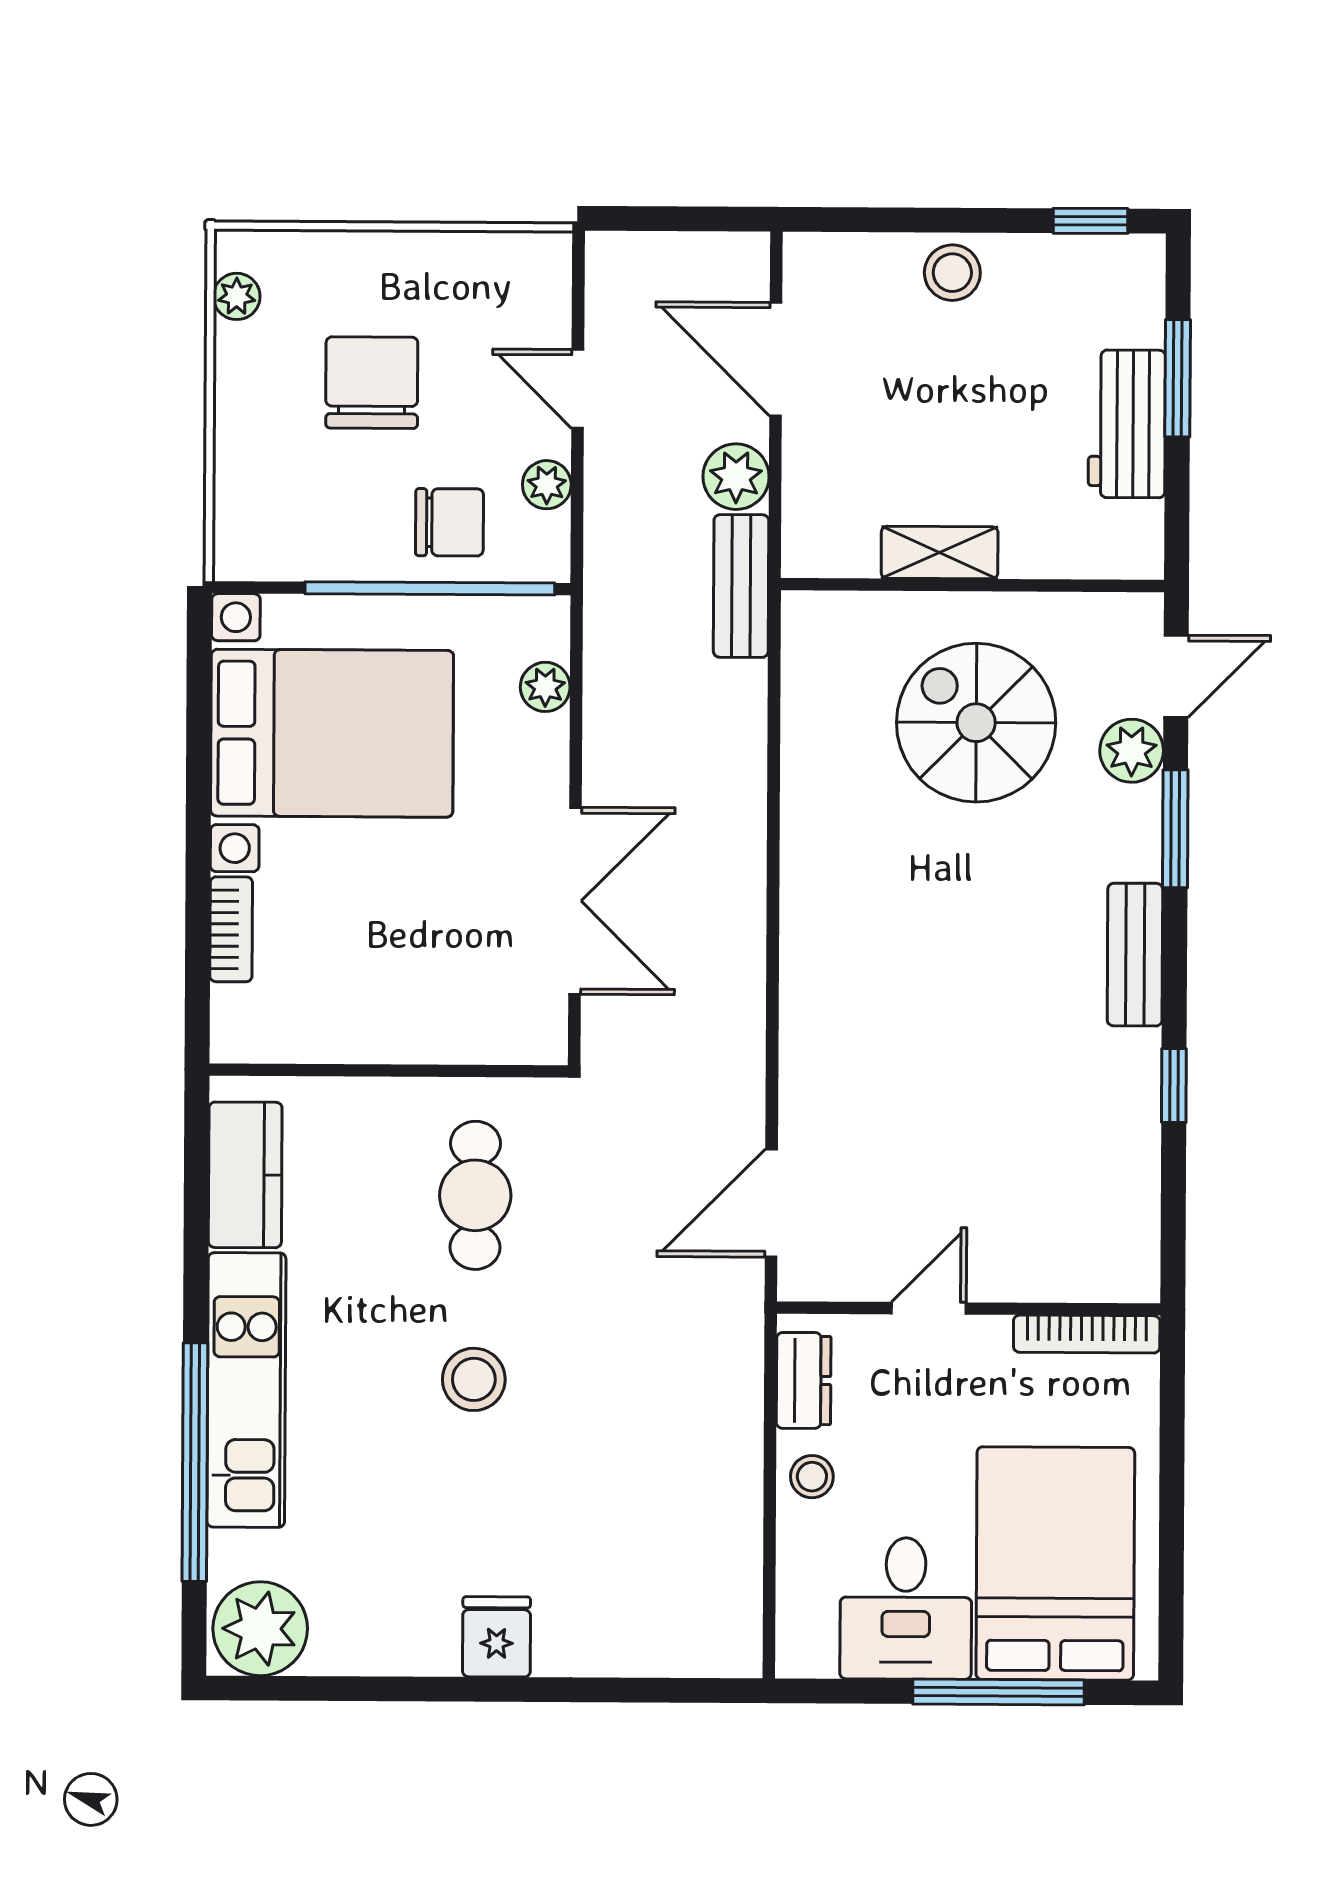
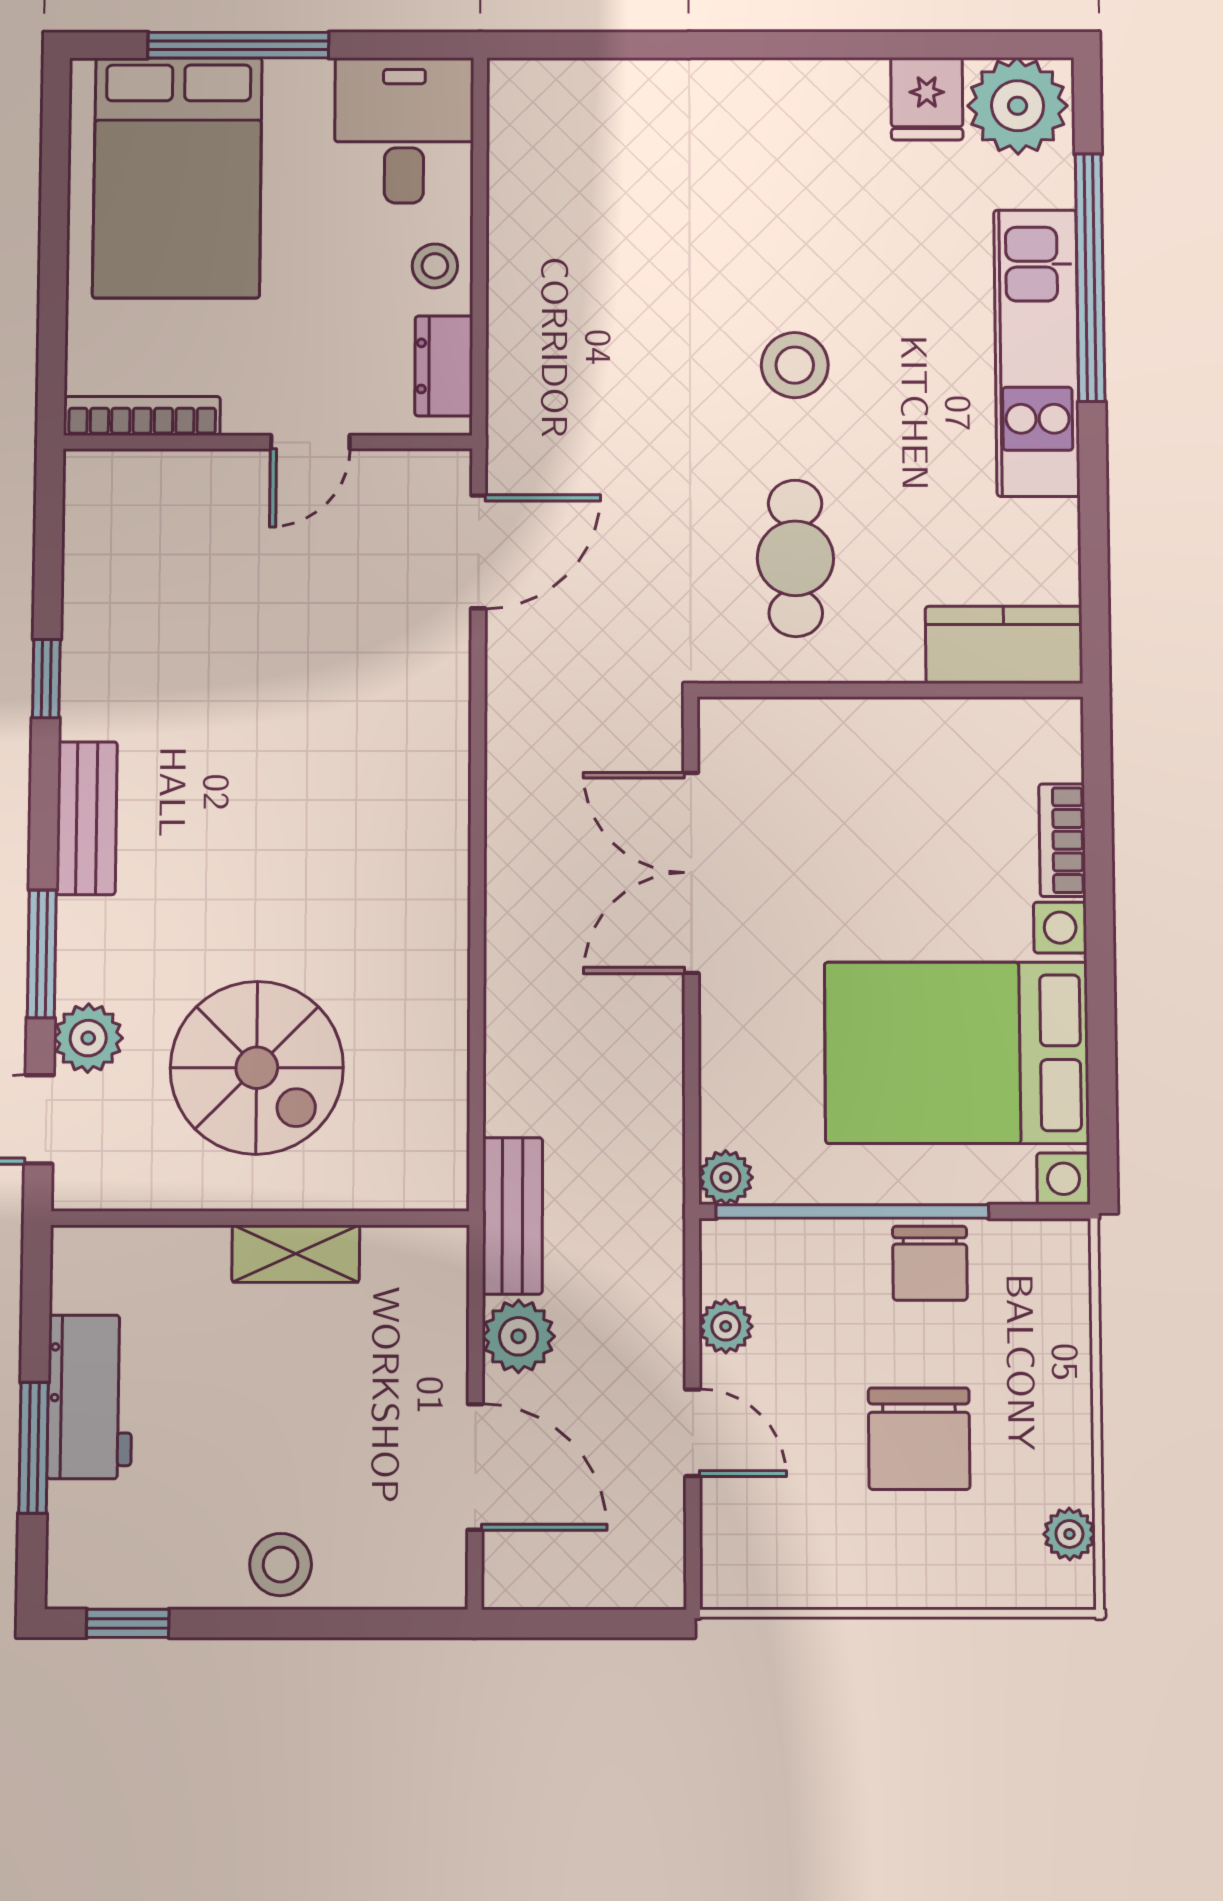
chair: (449, 522) -> (930, 1263), moved, turned -90
plant: (545, 687) -> (726, 1177), moved
kitchen counter: (245, 1175) -> (1004, 645), moved, turned 90
desk: (906, 1608) -> (404, 130), moved
fridge: (497, 1637) -> (927, 99), moved

